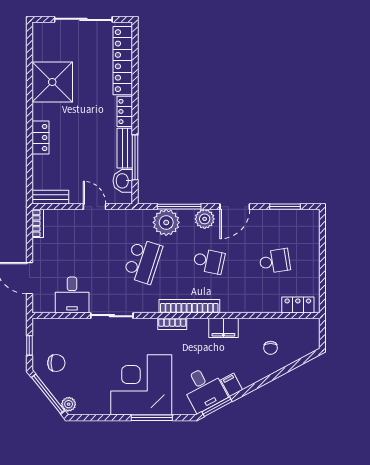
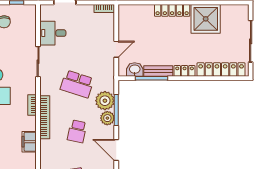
locker: (40, 138) -> (172, 10), width x1.53
bench: (50, 197) -> (123, 17), removed
plant: (205, 219) -> (107, 118), moved

